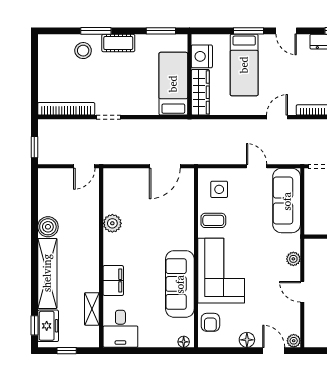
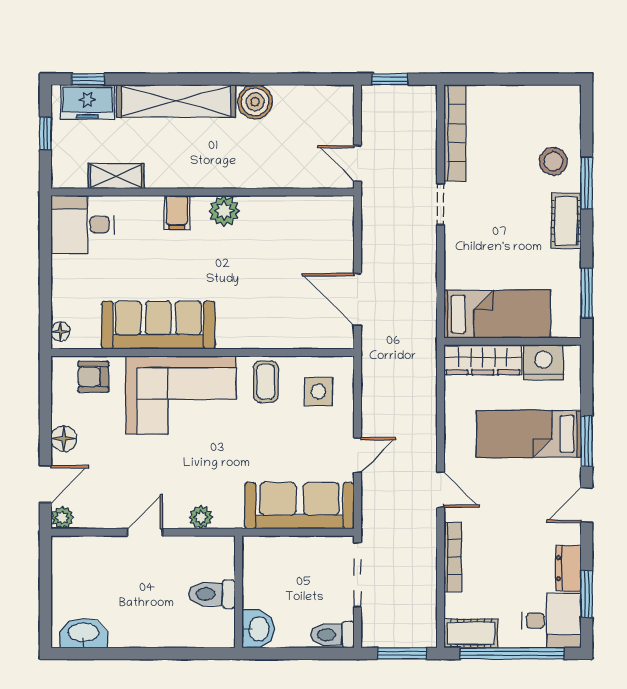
plant: (112, 223) -> (224, 211), moved
filing cabinet: (113, 281) -> (177, 212), width x0.50

